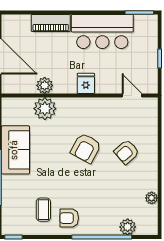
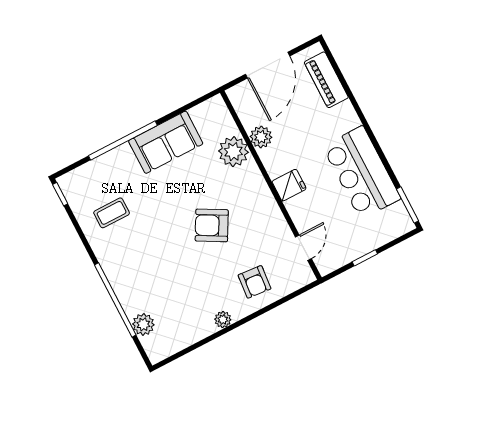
piano: (51, 23) -> (326, 80), moved
armchair: (127, 152) -> (255, 282), moved, turned -134
plant: (152, 198) -> (223, 320), moved
armchair: (69, 218) -> (117, 249), removed

